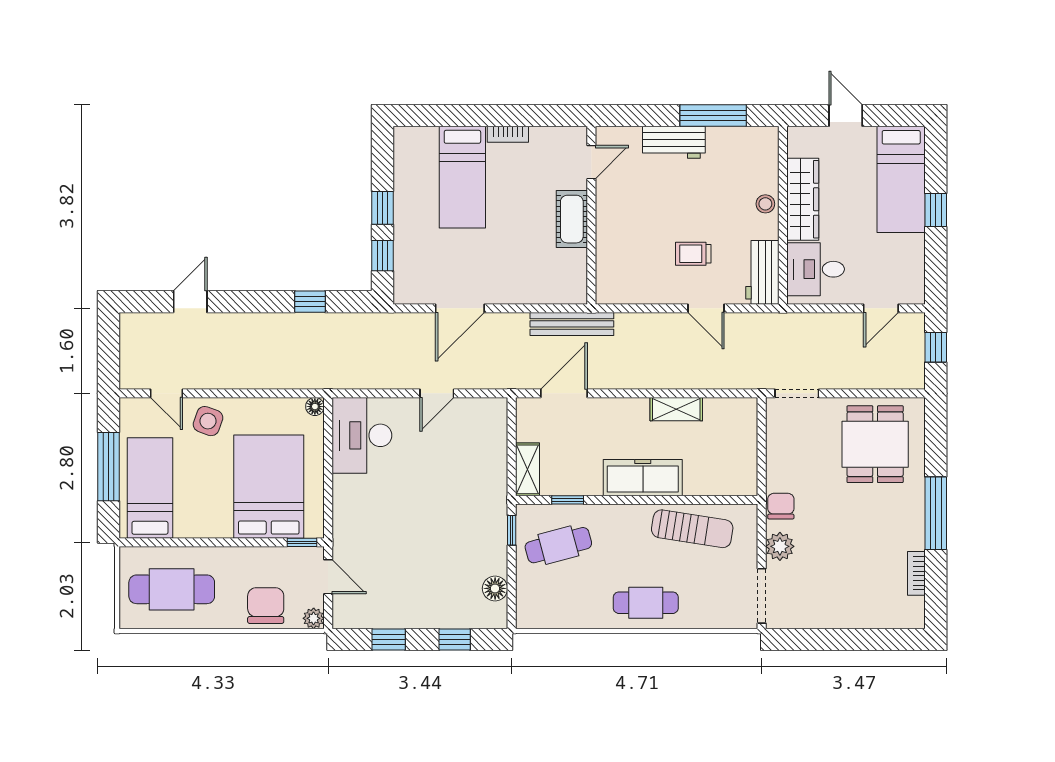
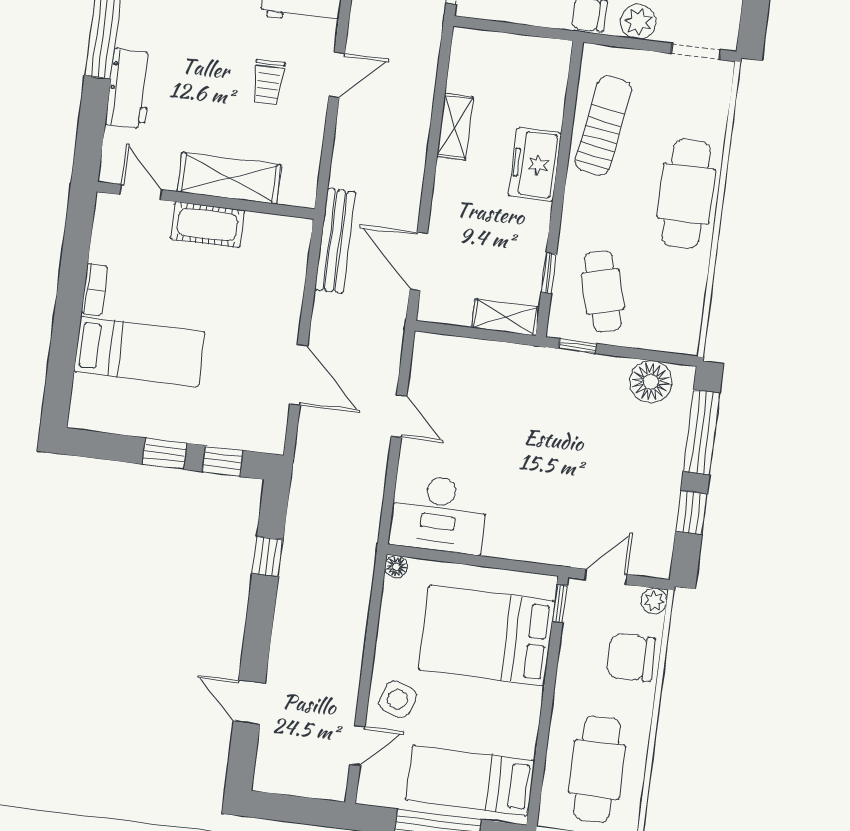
shelving: (612, 232) -> (229, 178), added
freezer: (643, 478) -> (535, 164), width x0.71
floor lamp: (495, 588) -> (651, 382), width x1.38, depth x1.38
doorway: (762, 596) -> (696, 52), width x0.73
cafe table: (646, 603) -> (686, 194), width x1.37, depth x1.35
window: (455, 639) -> (702, 432), width x2.17

